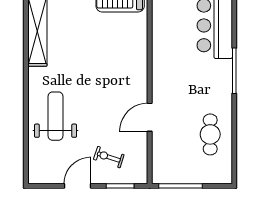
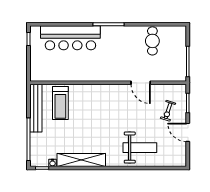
weight bench: (56, 116) -> (140, 148), turned 180
cafe table: (210, 134) -> (152, 41), turned 90

